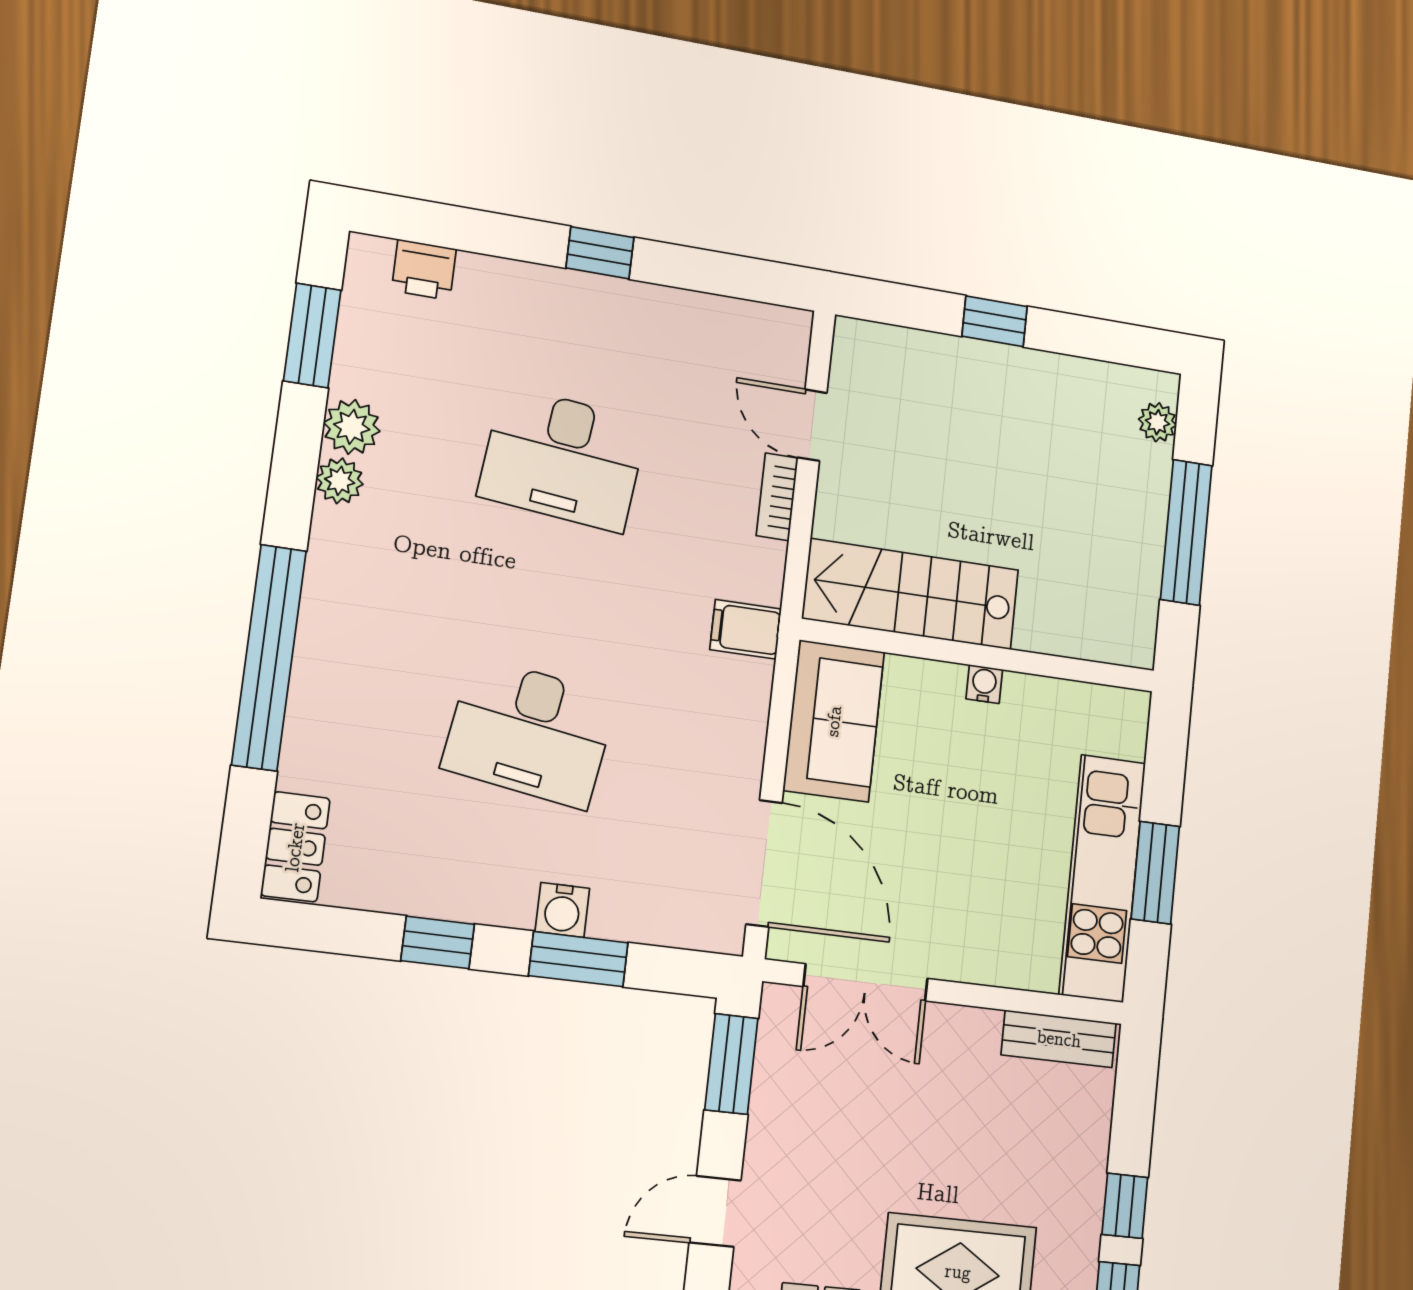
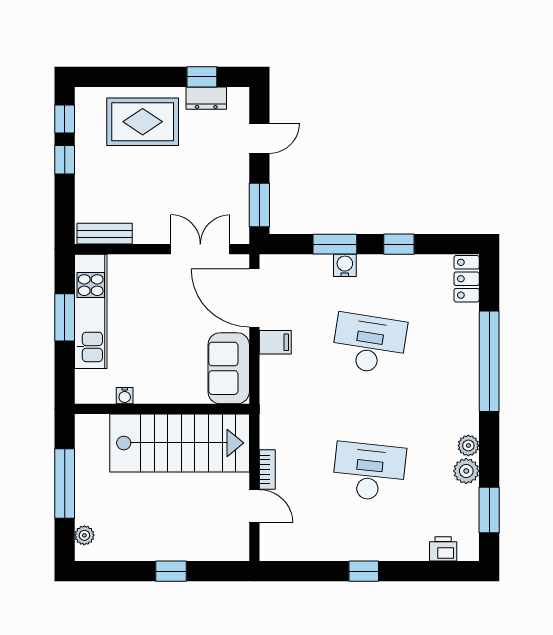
stairs: (911, 594) -> (180, 443), width x1.36, depth x1.51
filing cabinet: (746, 629) -> (275, 342), moved
water cooler: (984, 684) -> (125, 396), moved

